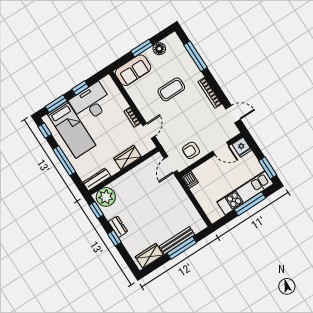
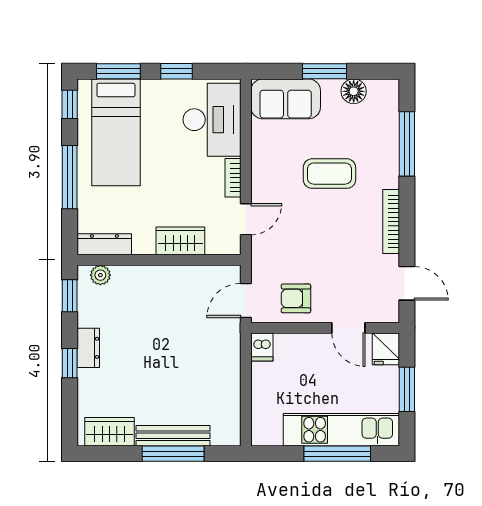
desk: (91, 103) -> (212, 120), moved, turned 90
window: (268, 168) -> (407, 389), moved
plant: (106, 197) -> (100, 275), width x0.53, depth x0.53

